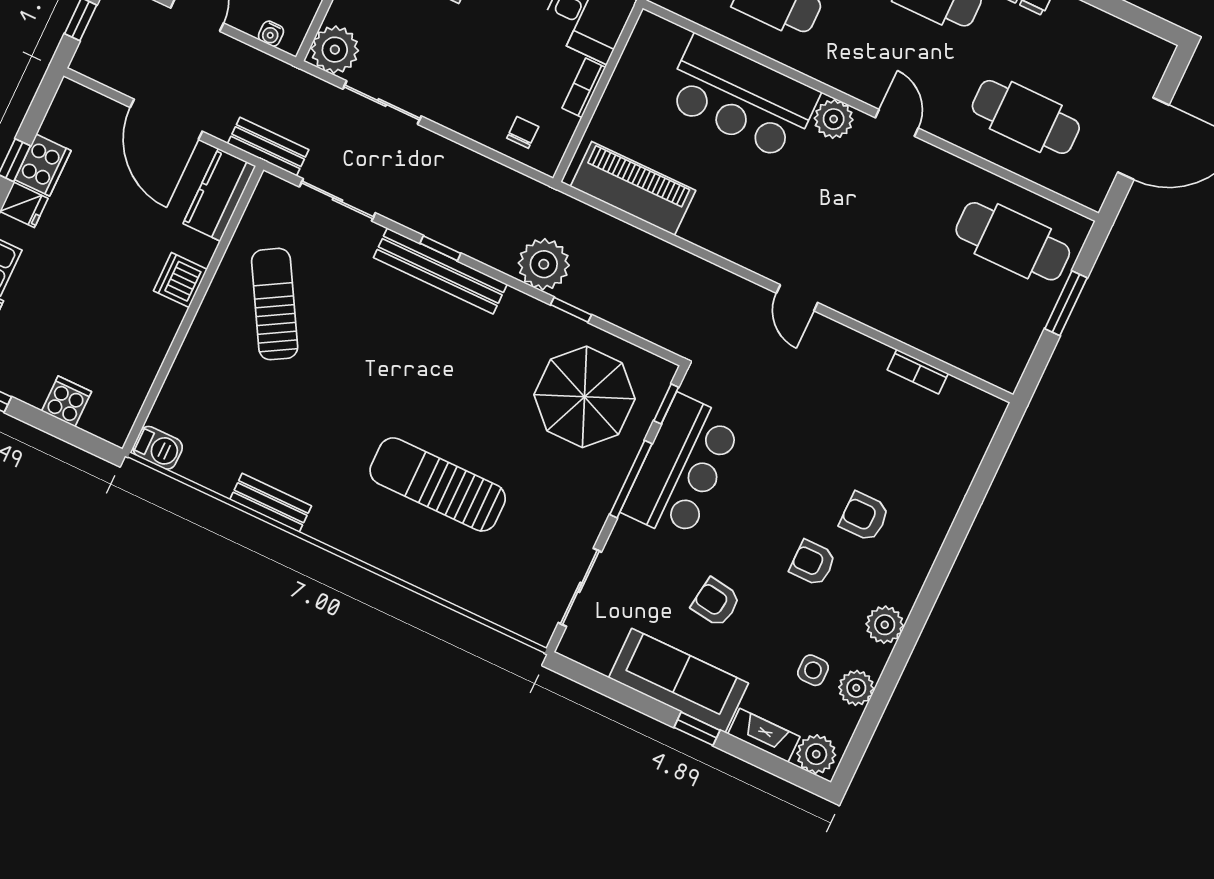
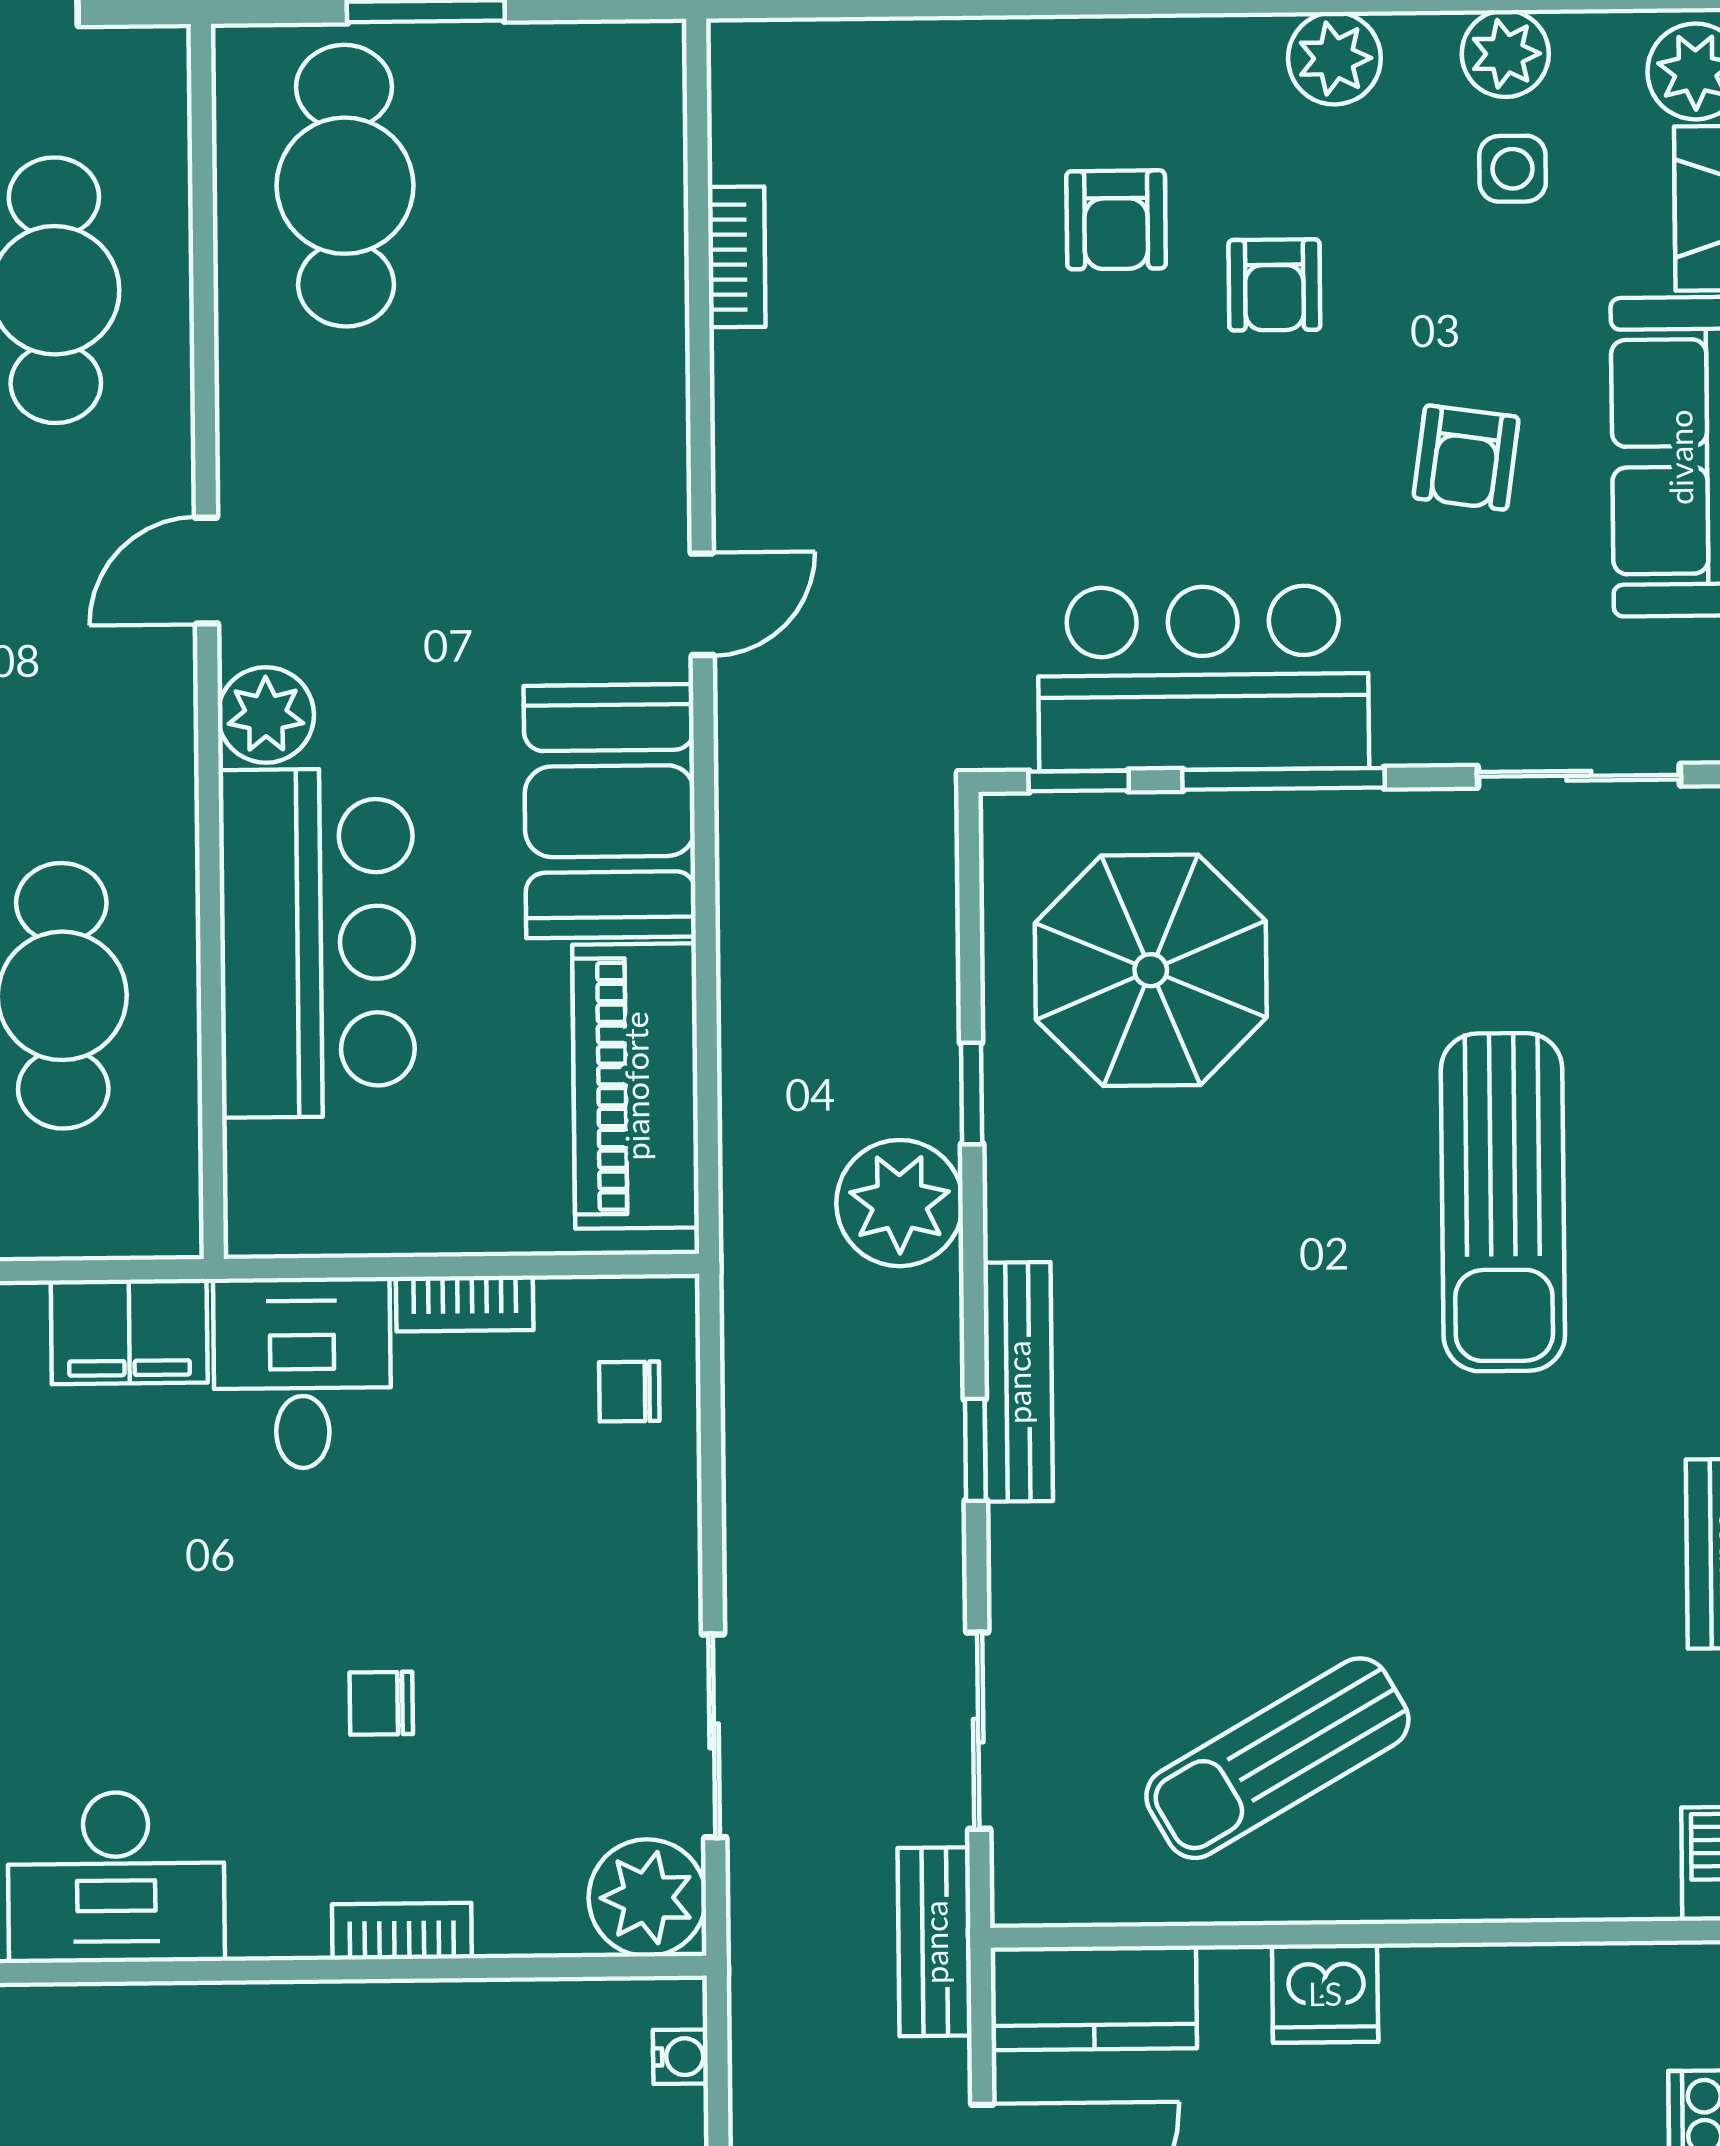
booth: (738, 228) -> (610, 811), added
bench: (440, 271) -> (1018, 1382), width x0.73, depth x0.82

